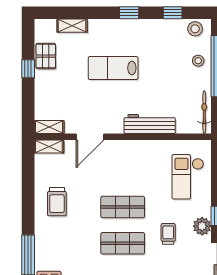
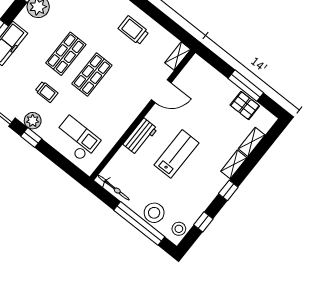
stool: (198, 61) -> (154, 213), width x1.89, depth x1.89
lab bench: (113, 68) -> (177, 154), moved
window: (28, 69) -> (246, 86), width x2.17
workbench: (150, 124) -> (140, 136), width x0.73
shelving: (49, 127) -> (234, 164), moved
door: (90, 137) -> (161, 91), swing flipped

